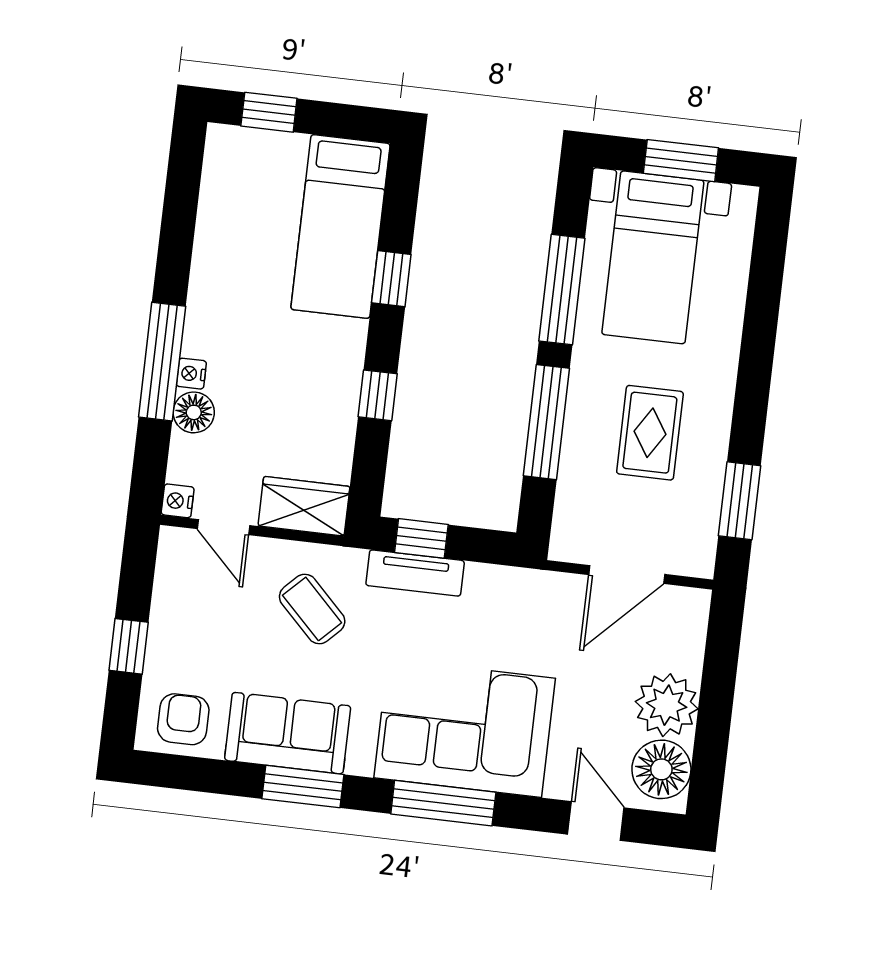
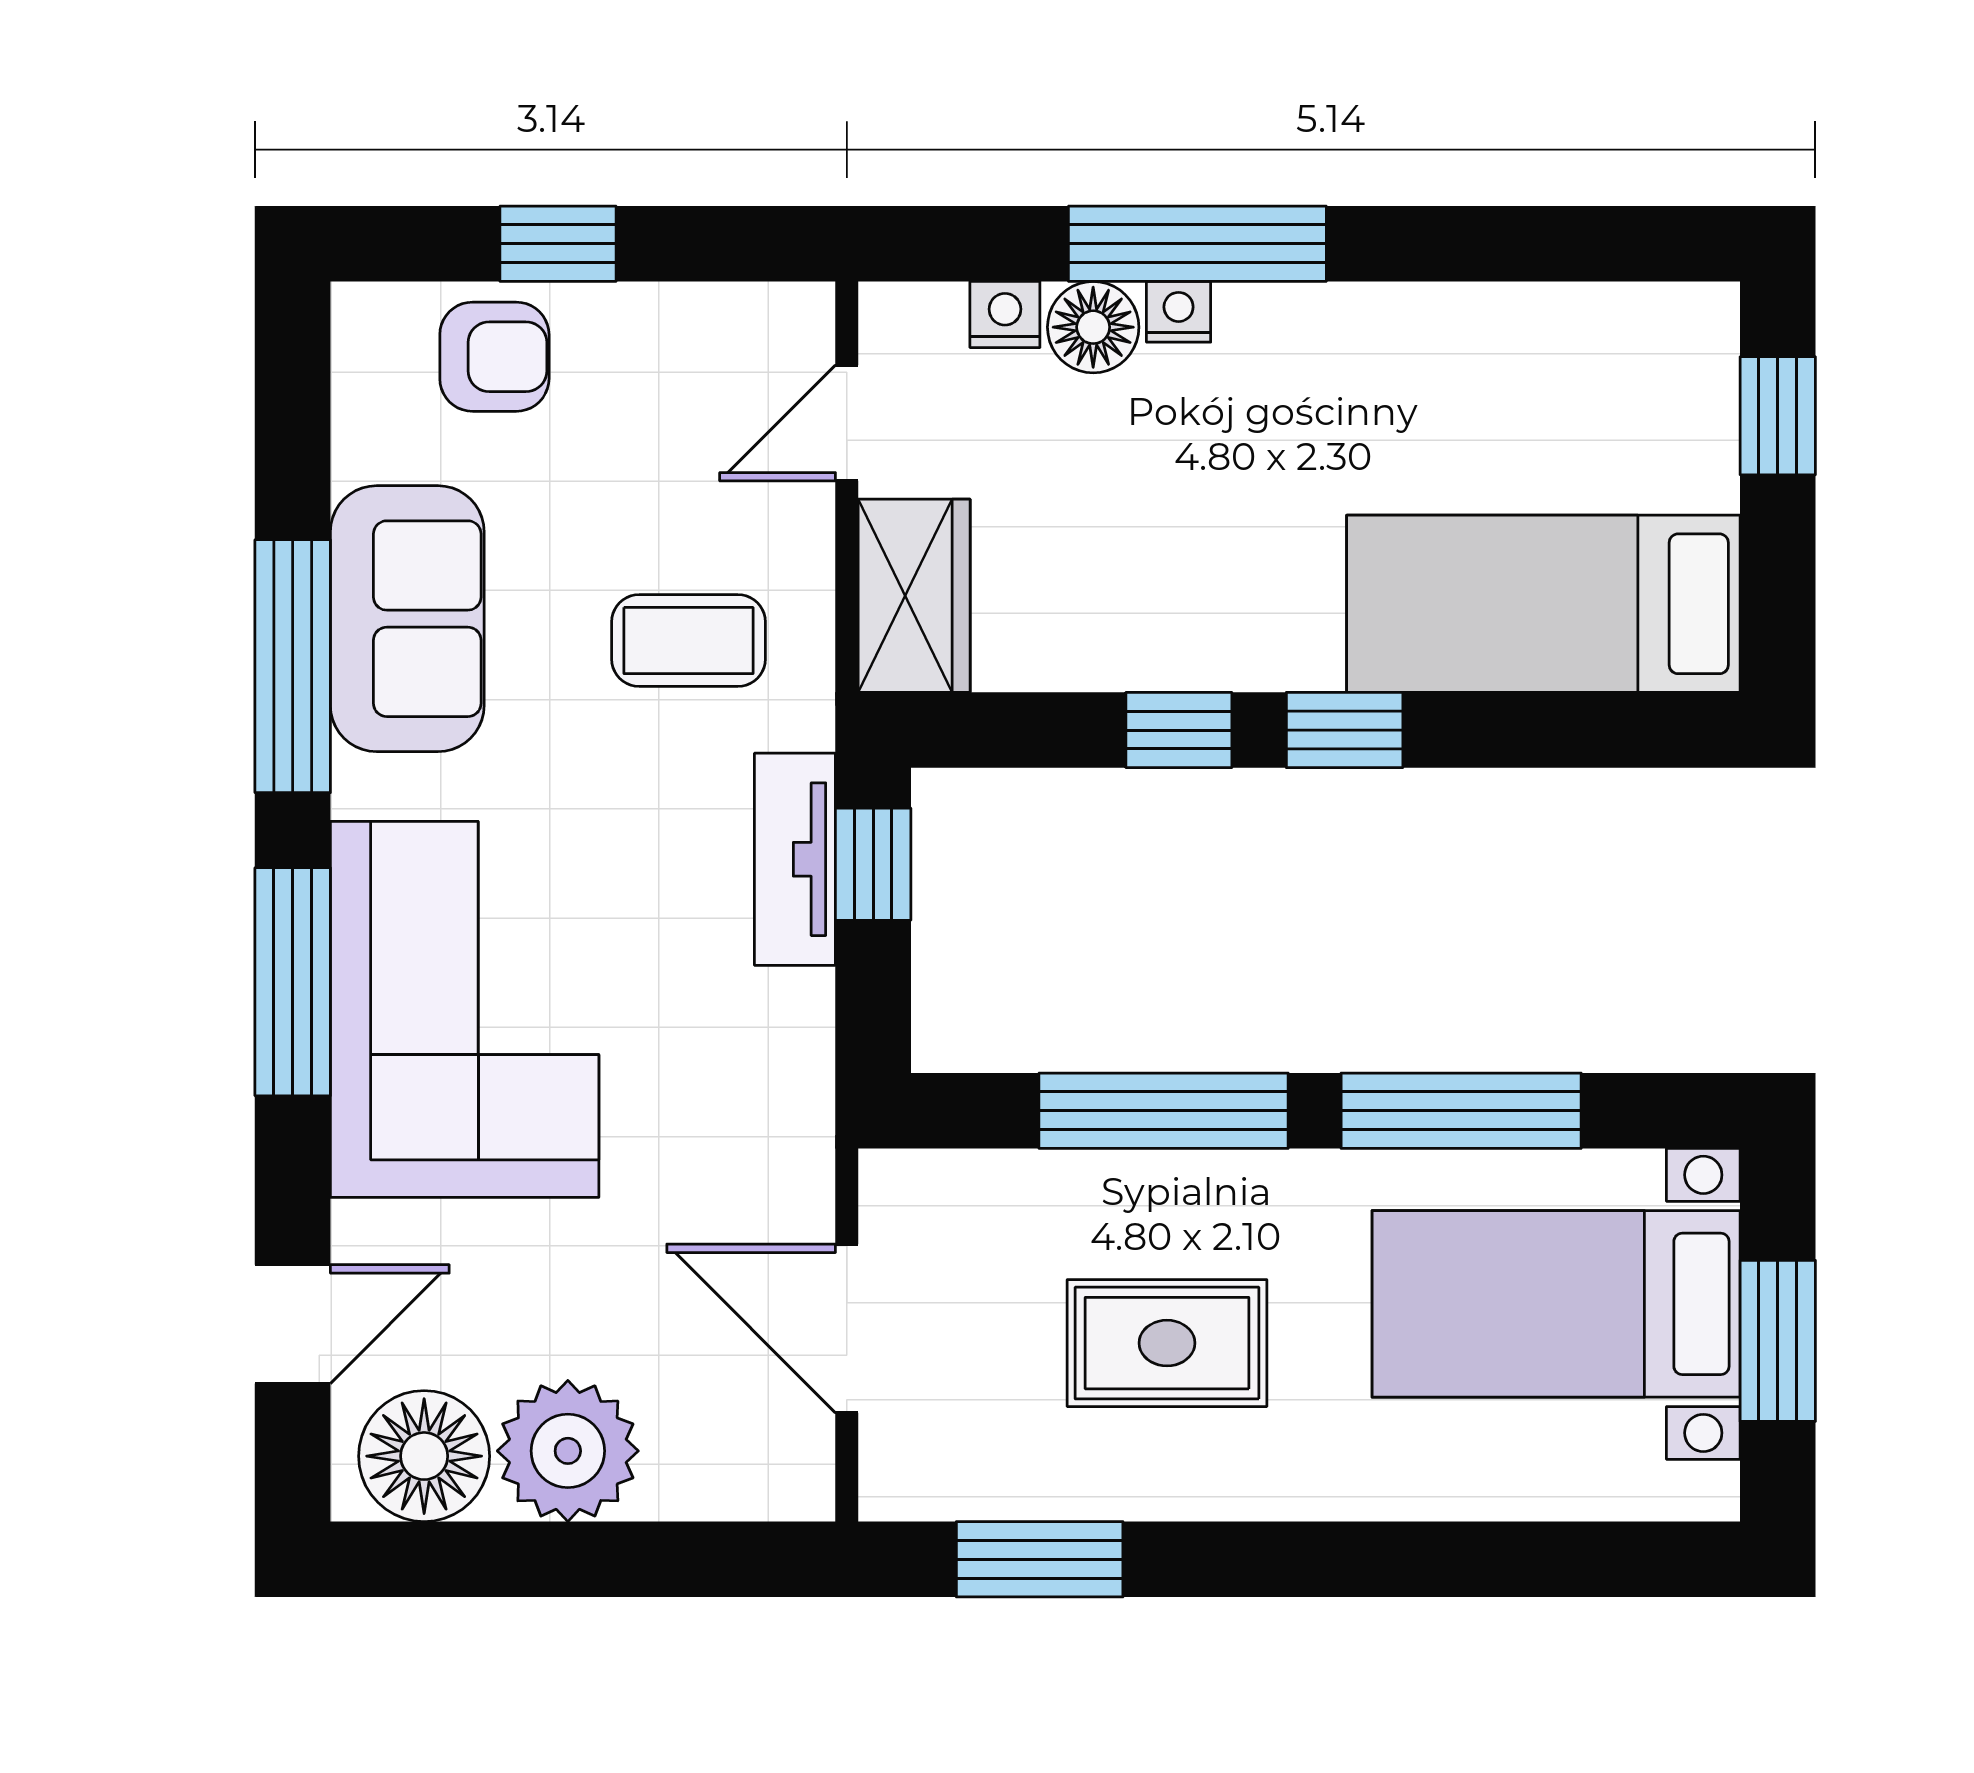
window: (391, 279) -> (1345, 730), moved
nightstand: (178, 501) -> (1005, 315), moved
coffee table: (312, 609) -> (688, 641), turned 45
armchair: (183, 719) -> (494, 357), moved
window: (303, 787) -> (293, 666), width x1.44

